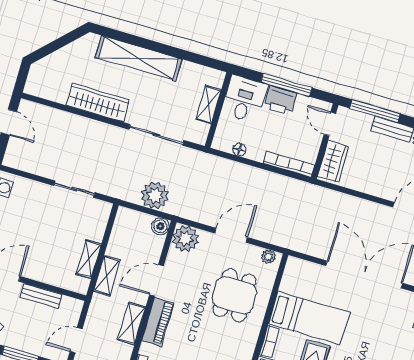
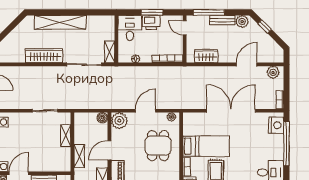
window: (286, 85) -> (152, 12), width x0.69
shelving: (209, 105) -> (110, 52), moved
wardrobe: (333, 161) -> (206, 56), moved, turned -90
plant: (155, 195) -> (94, 100), removed
shelving: (88, 259) -> (66, 136), moved

